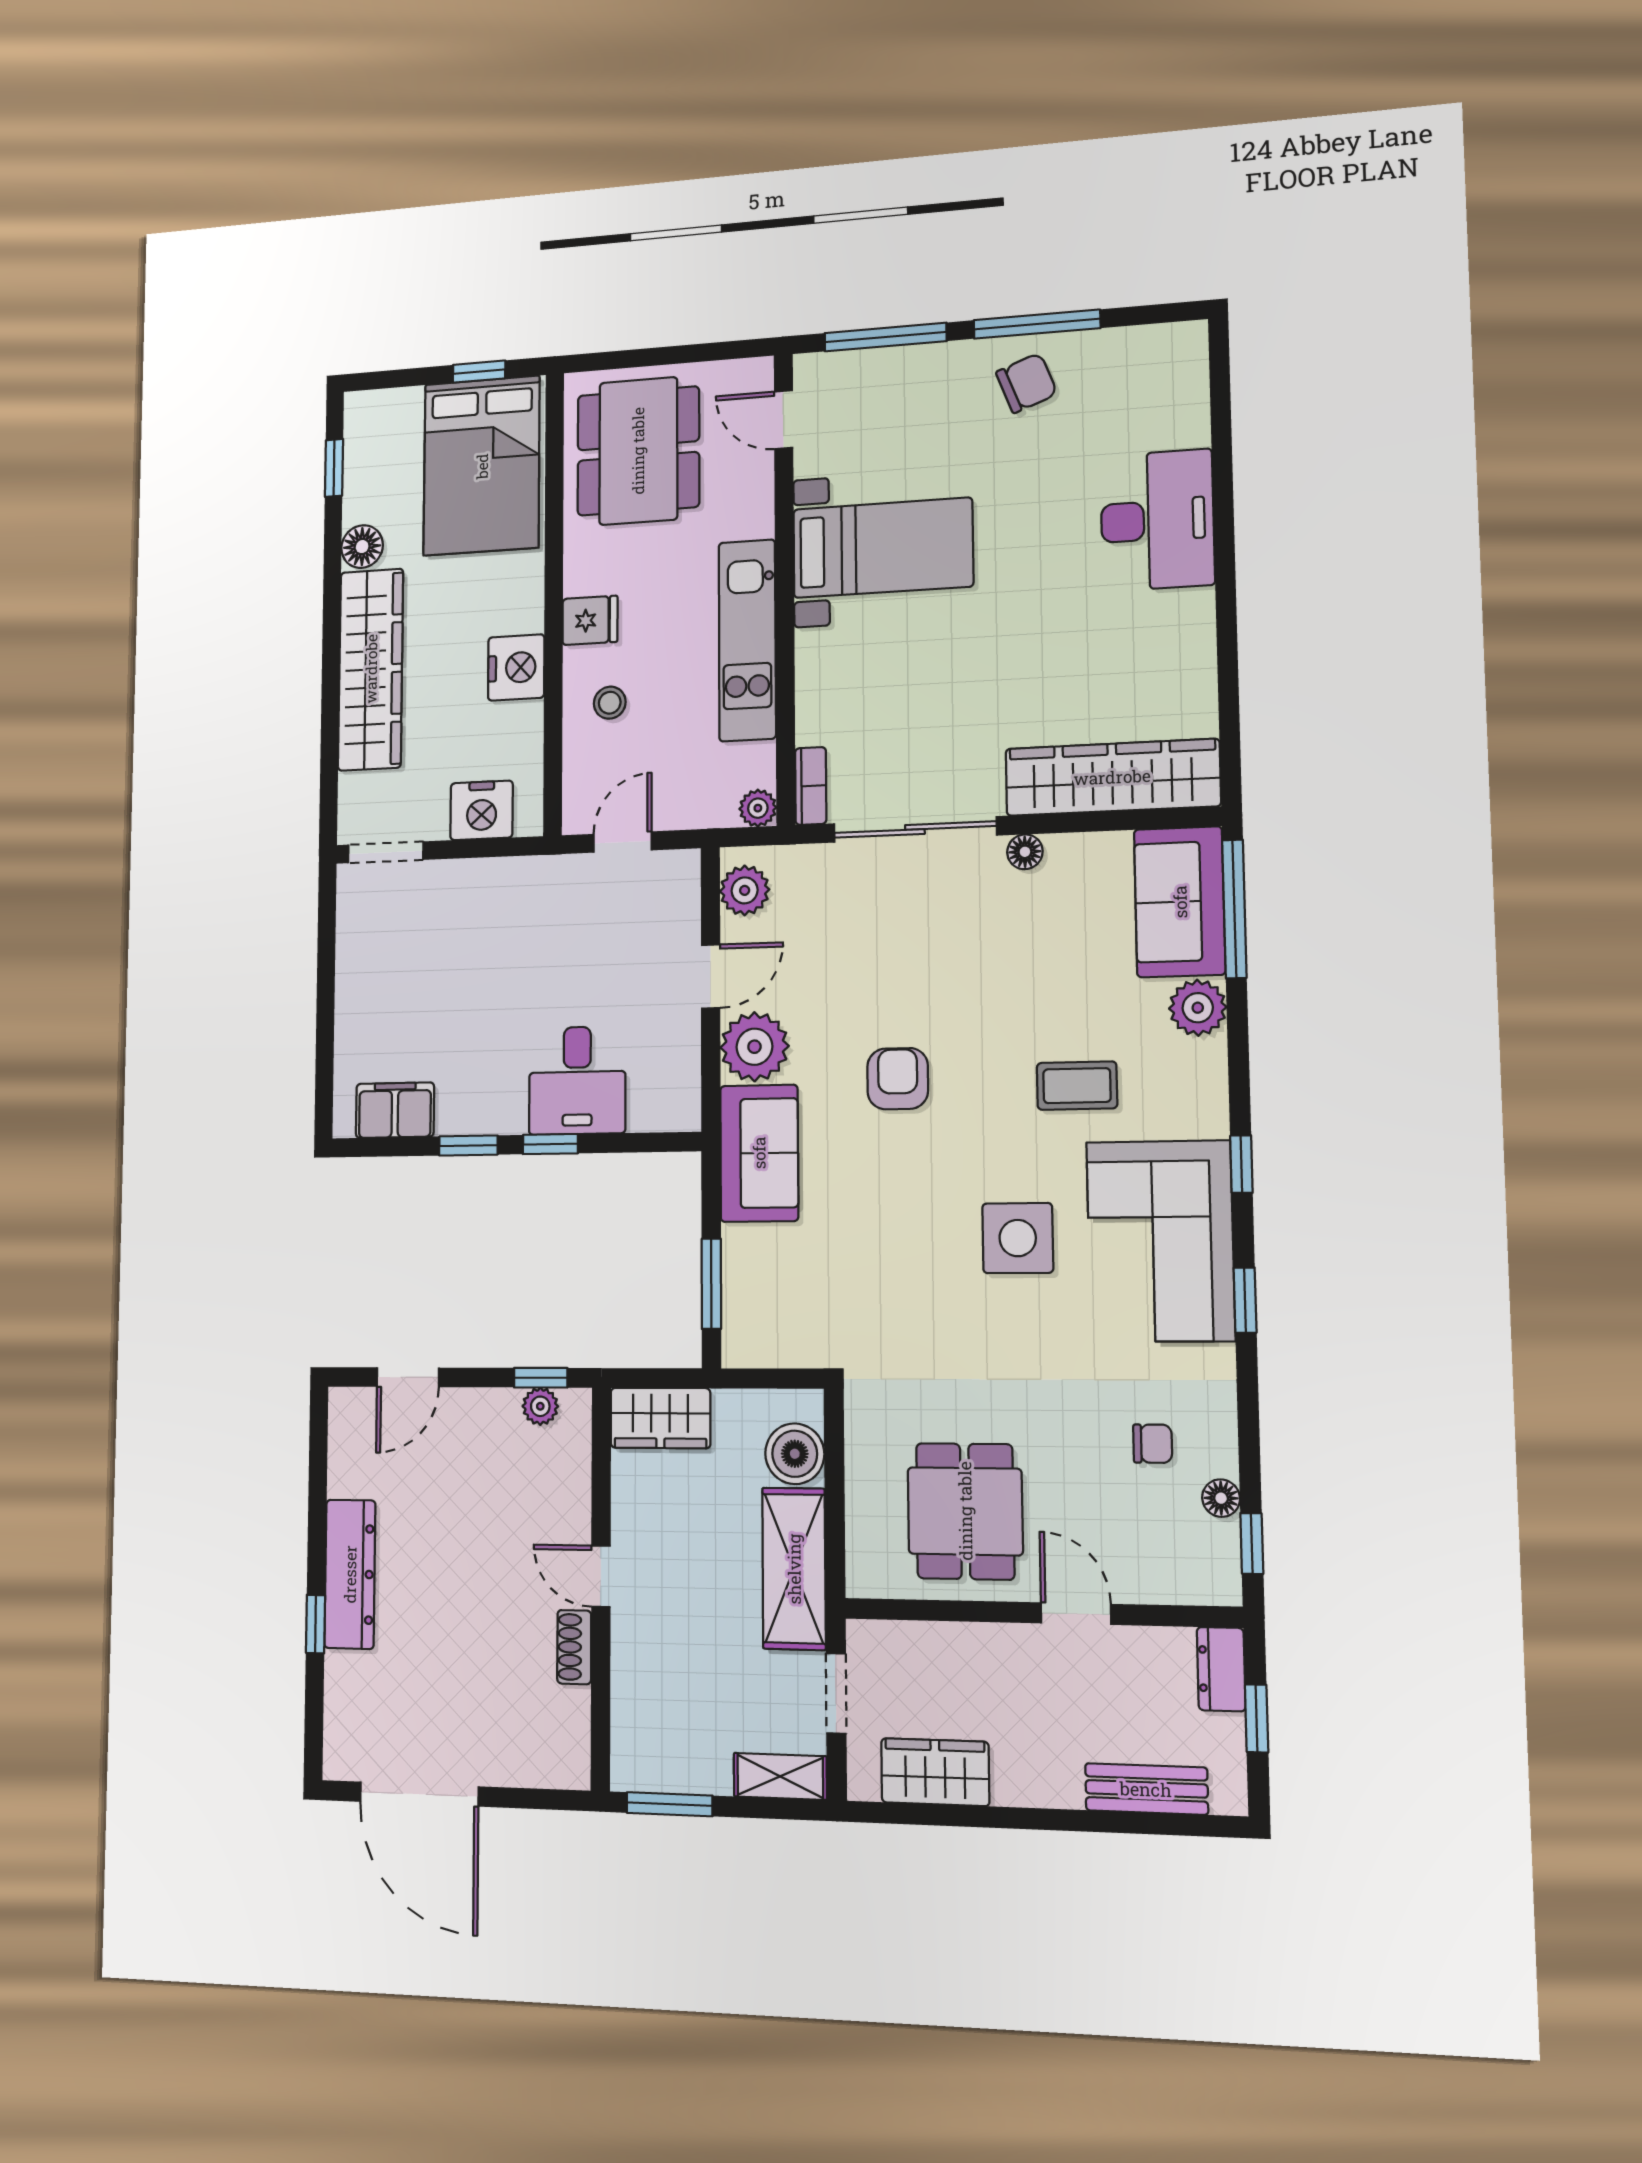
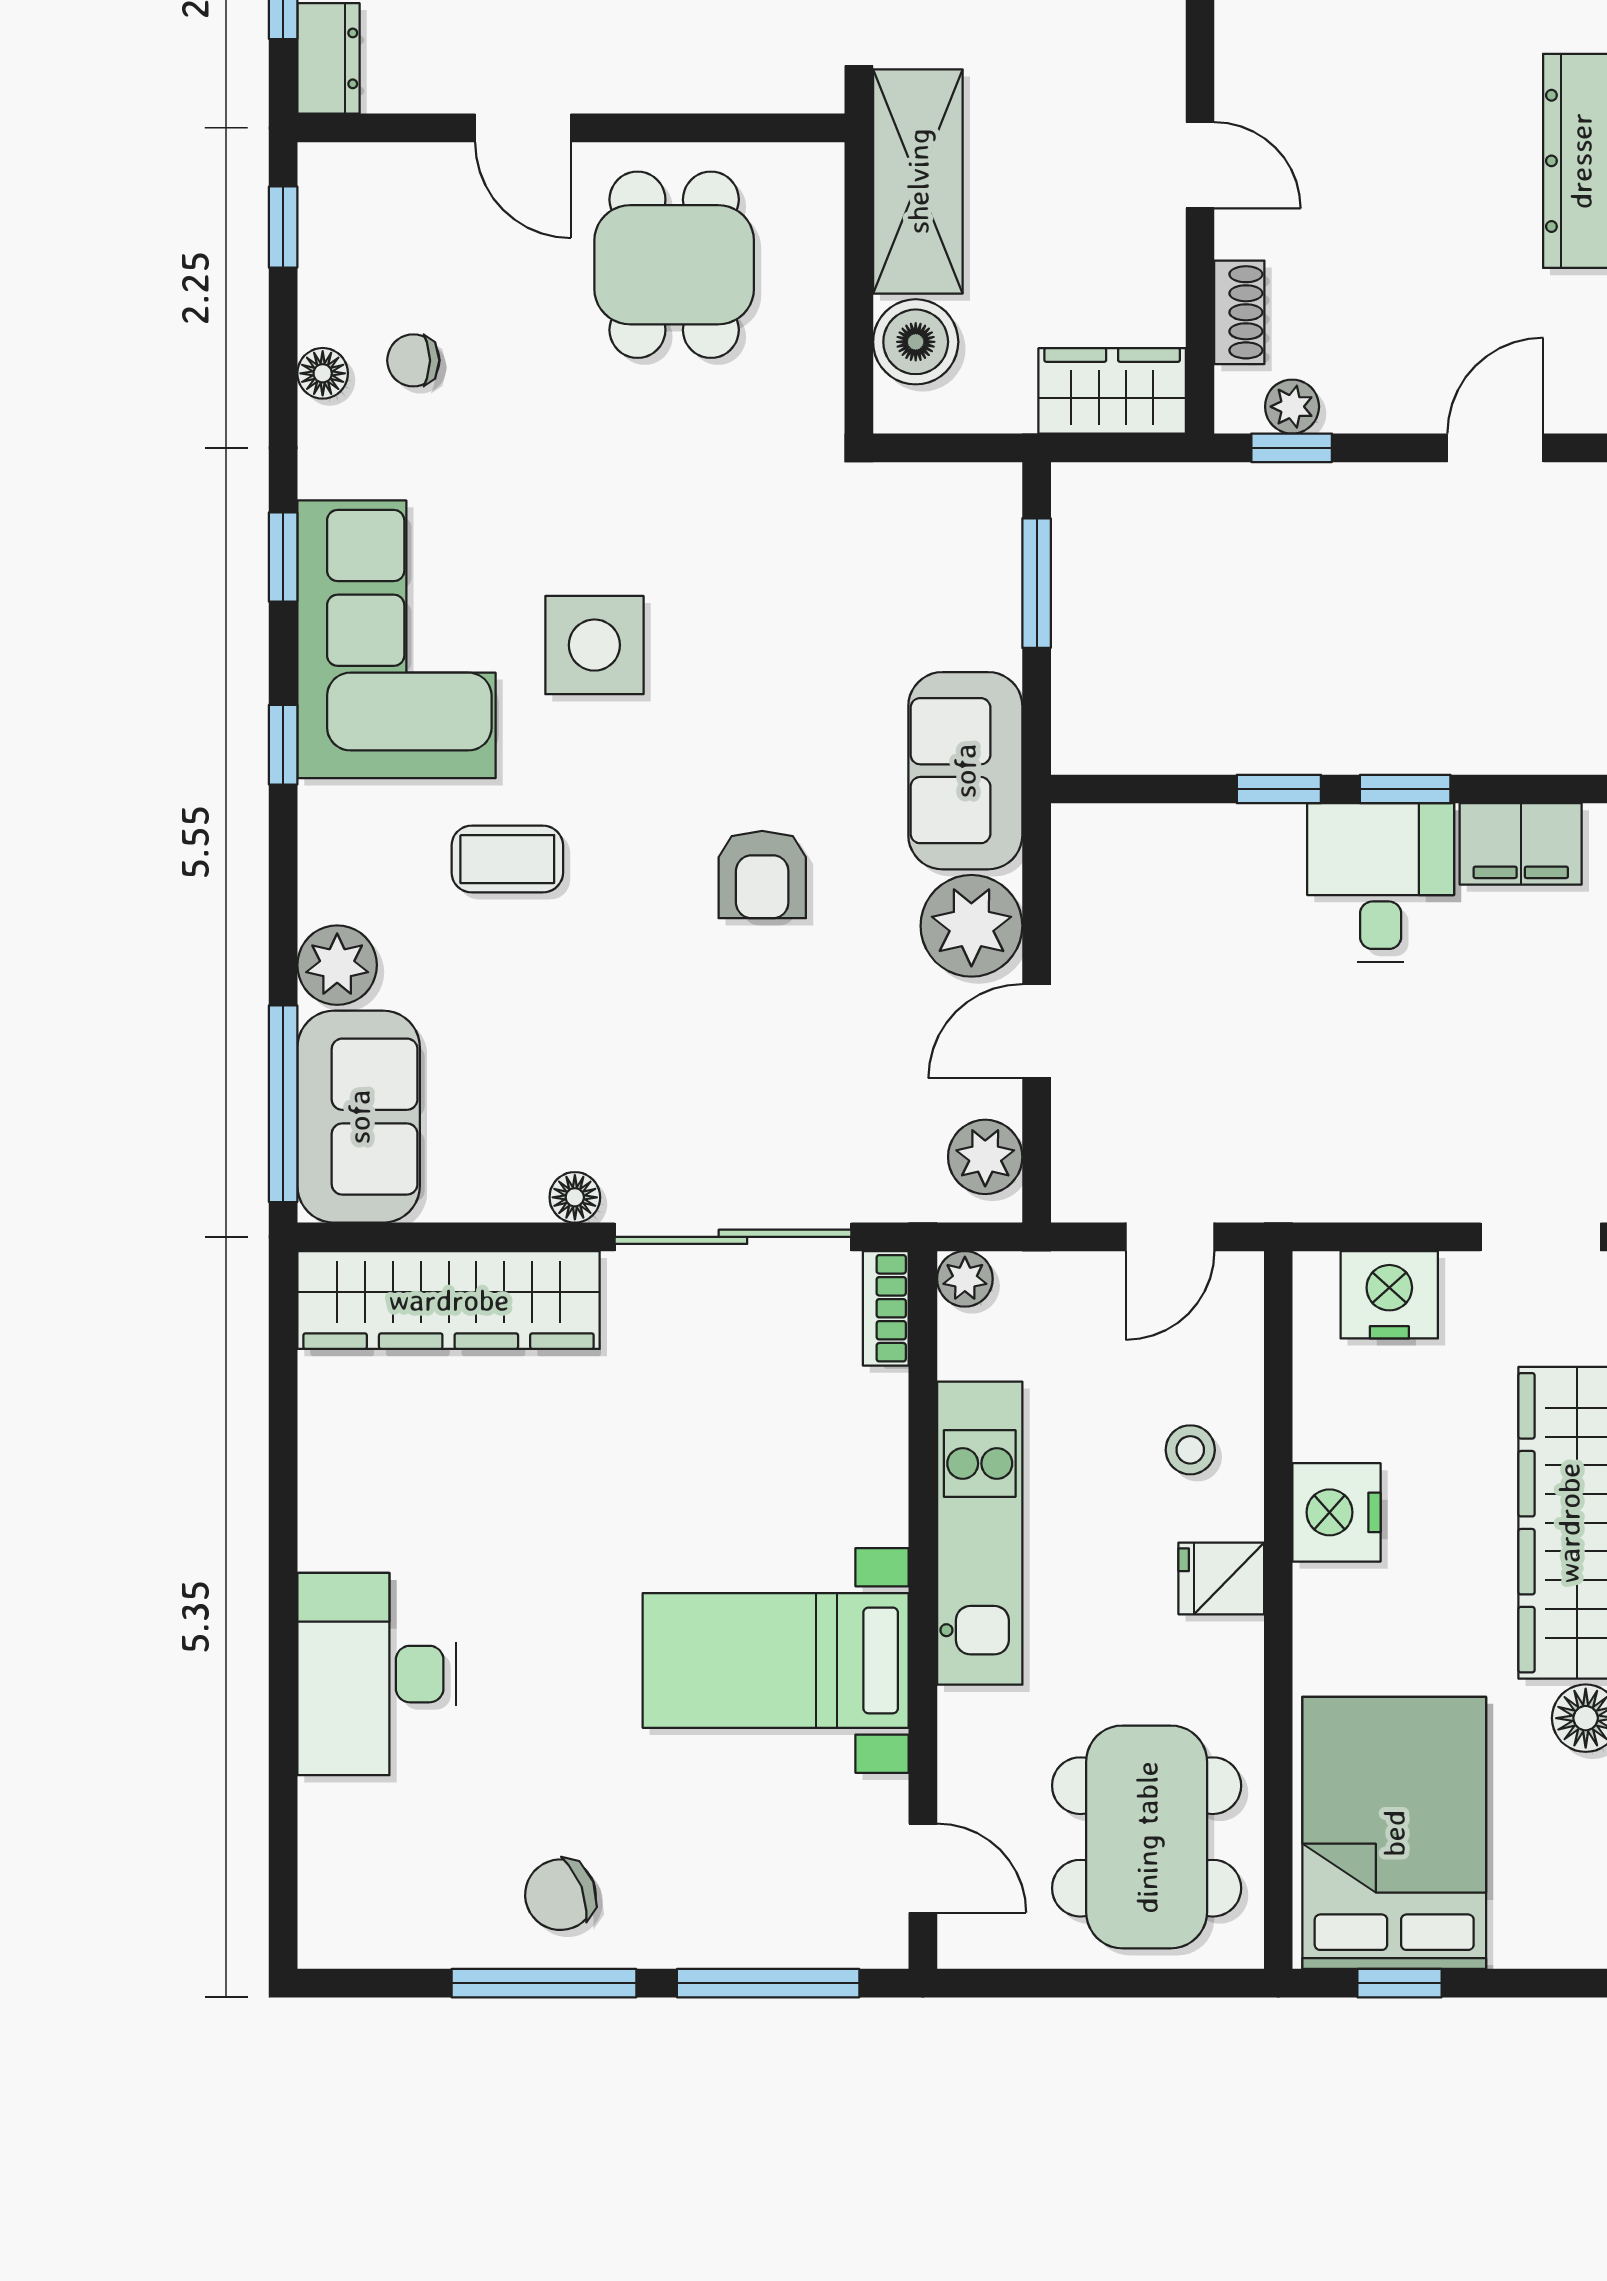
desk: (577, 1080) -> (1381, 882), moved
floor lamp: (1221, 1498) -> (323, 373), moved
shoe rack: (574, 1647) -> (1239, 312), moved

